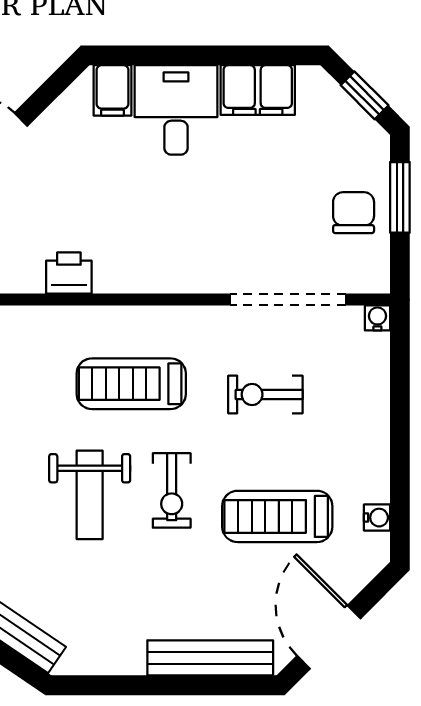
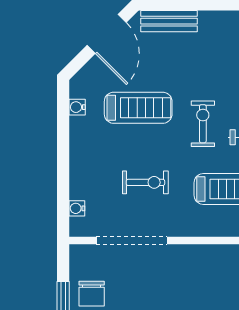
water cooler: (377, 318) -> (77, 208), moved, turned 90
bench: (210, 658) -> (169, 21), width x0.73

